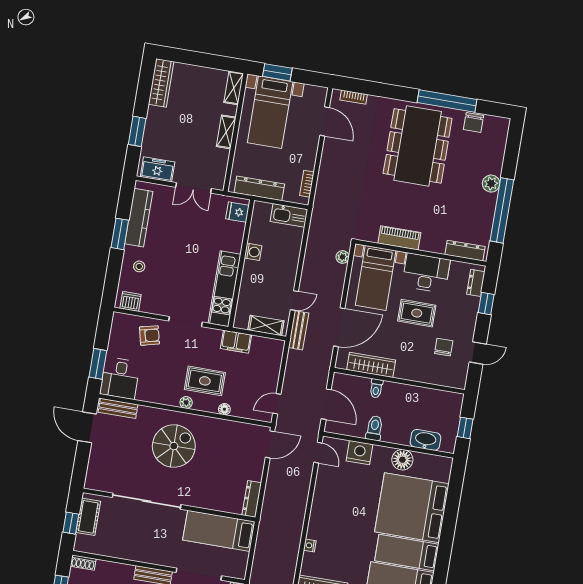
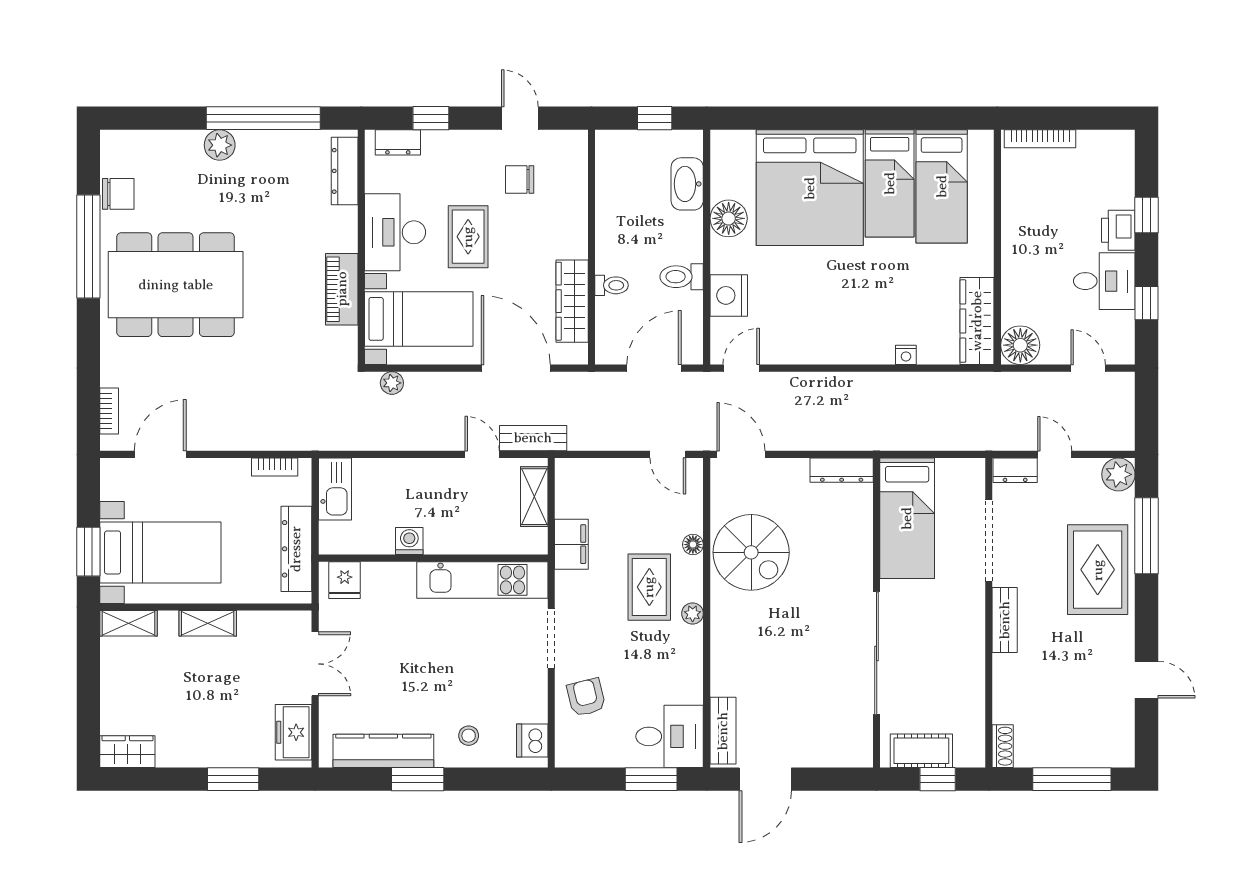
wardrobe: (161, 83) -> (127, 752), width x0.67
spiral stairs: (174, 446) -> (751, 552), moved, turned 180

